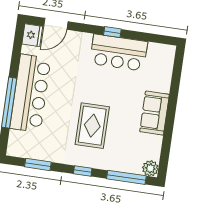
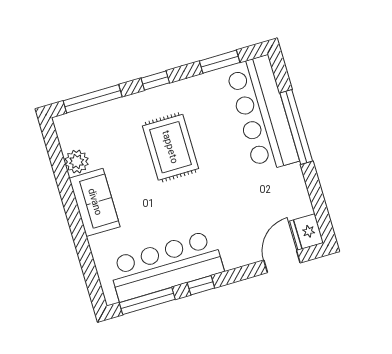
window: (150, 38) -> (147, 301), added
bar counter: (119, 53) -> (166, 266), width x1.36
bar counter: (30, 93) -> (262, 114), moved
plant: (150, 168) -> (77, 162), moved

